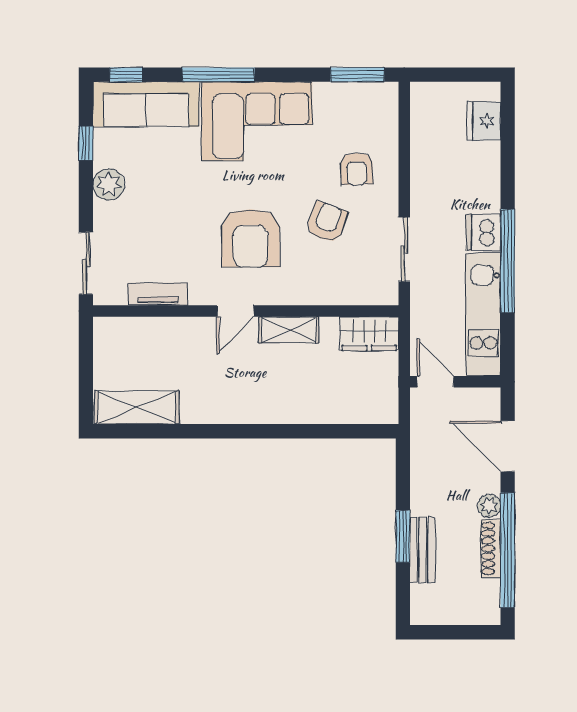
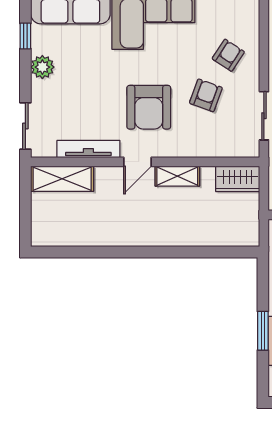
armchair: (357, 169) -> (228, 55), turned -145
tv unit: (158, 294) -> (88, 149), width x1.41
shelving: (137, 407) -> (62, 179), moved

